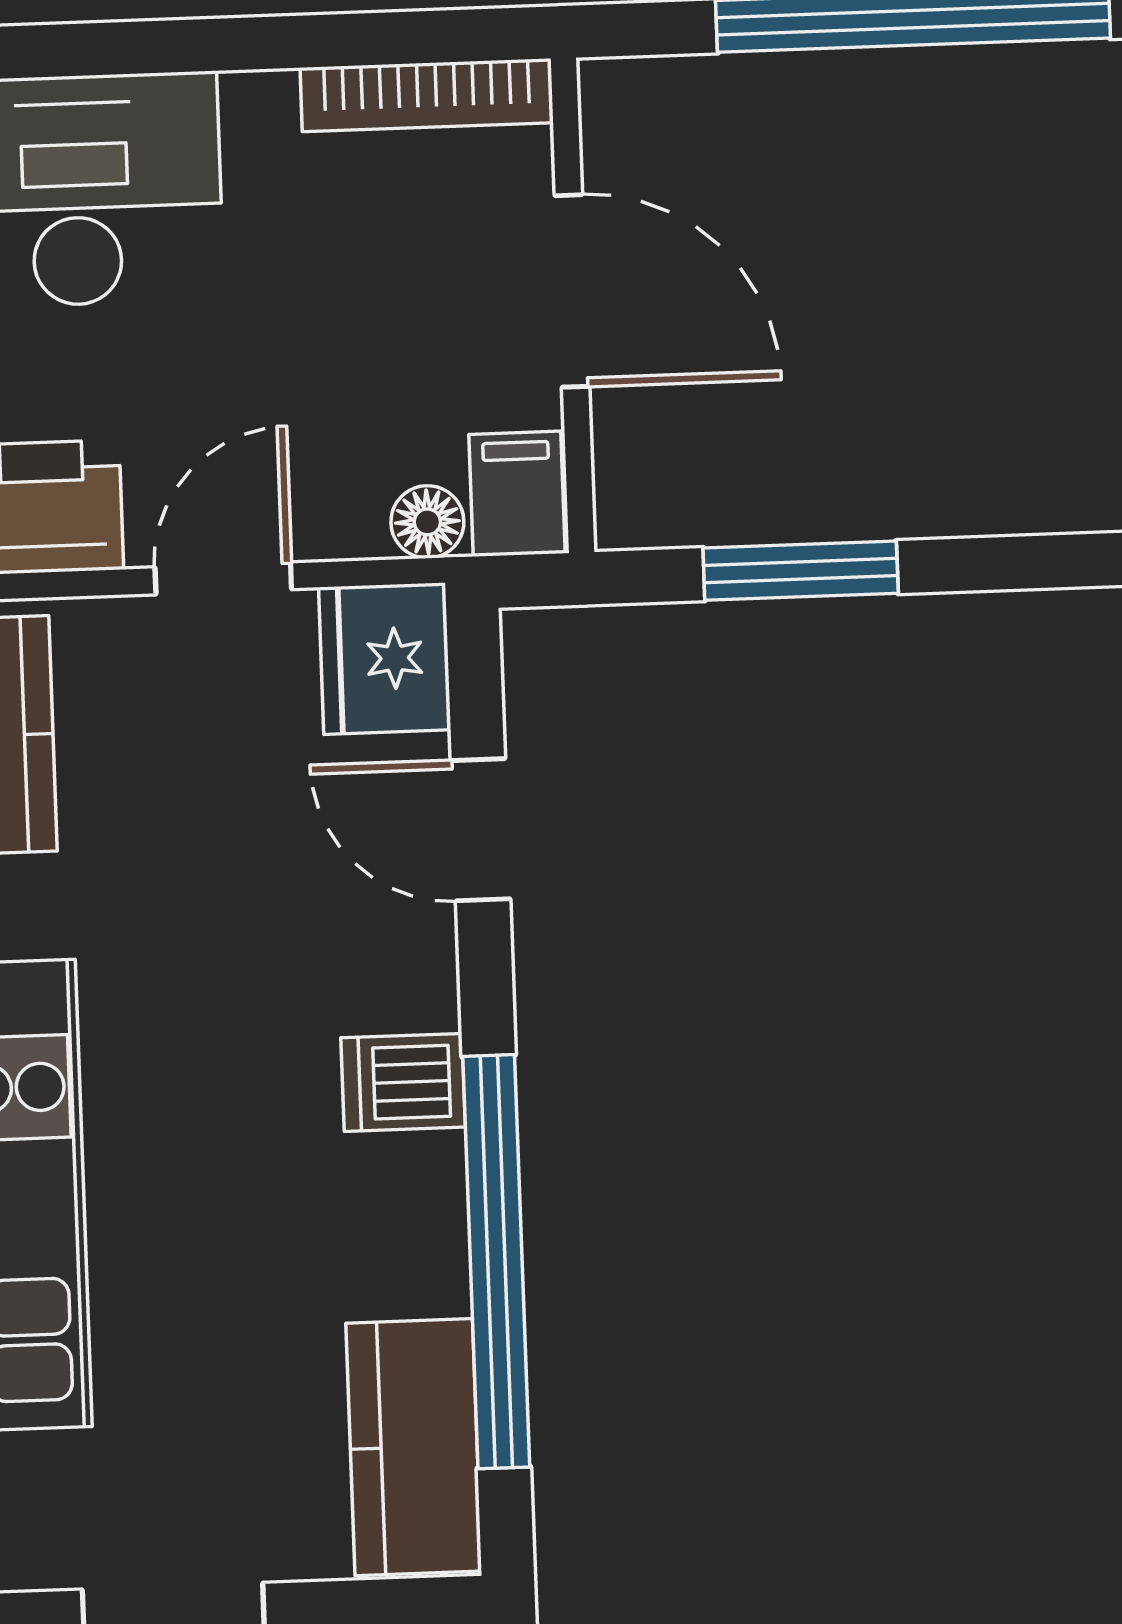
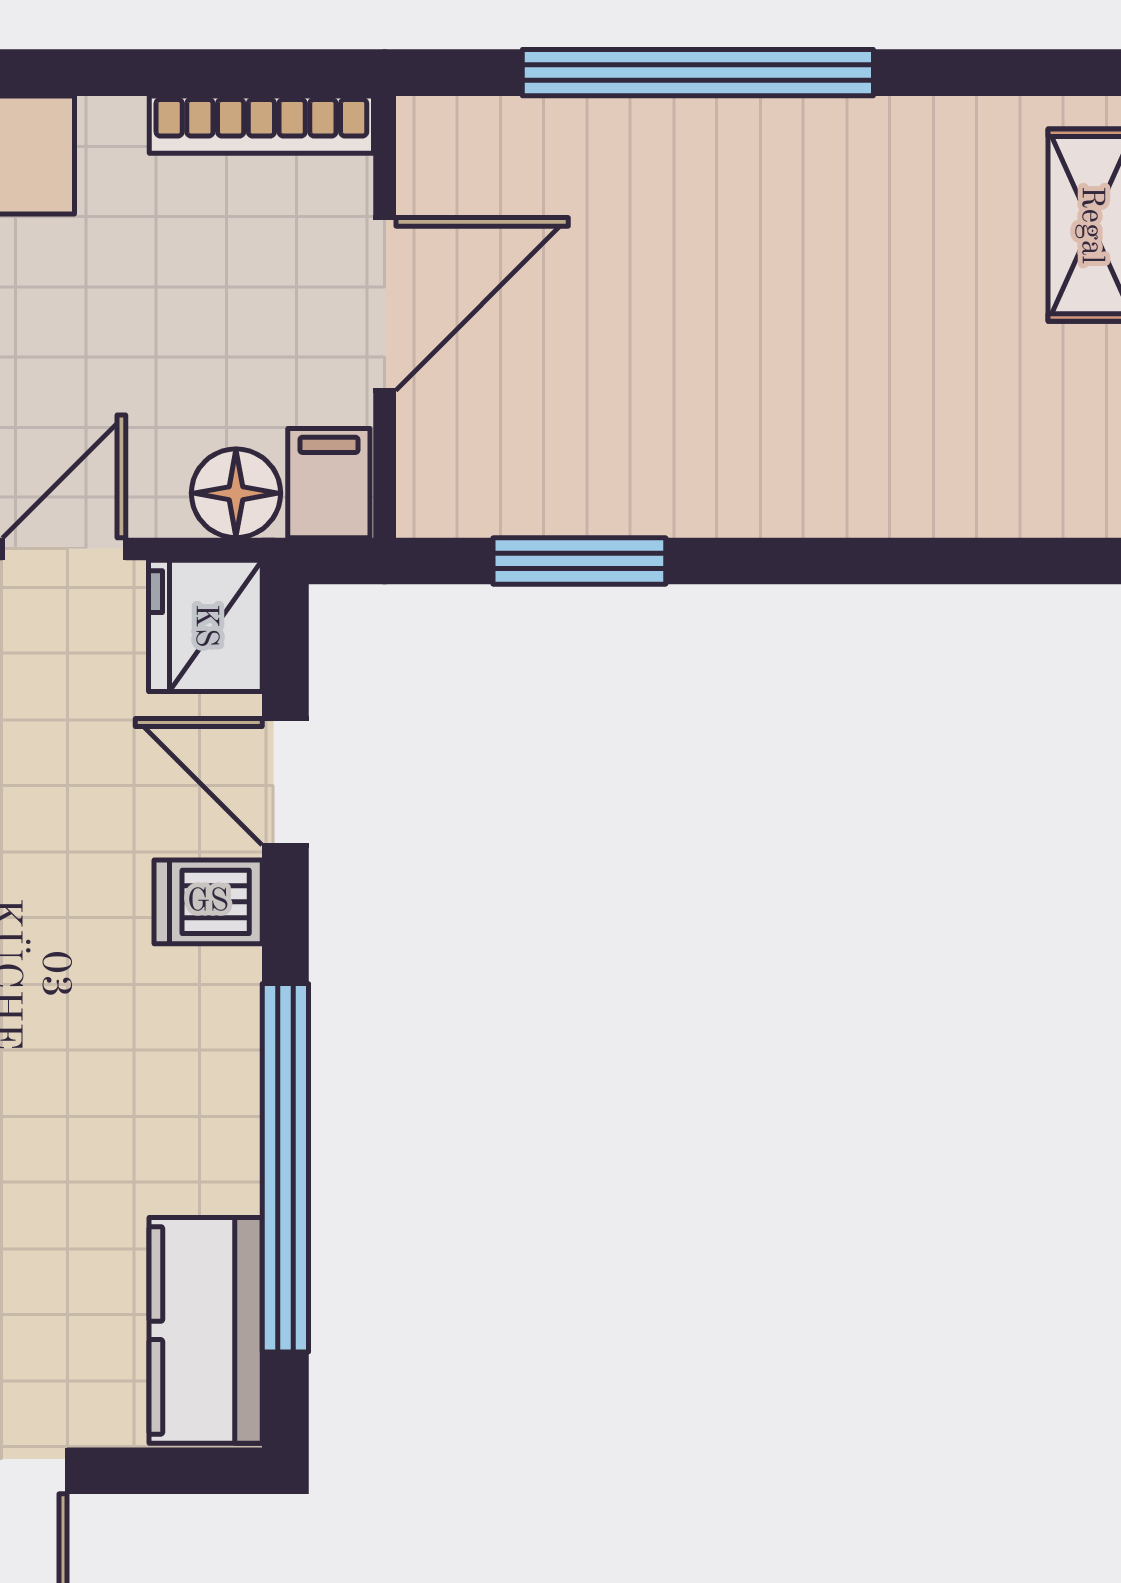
door: (572, 291) -> (385, 304), hinge flipped
floor lamp: (427, 522) -> (236, 493), width x1.37, depth x1.37
dishwasher: (403, 1082) -> (208, 902), moved

